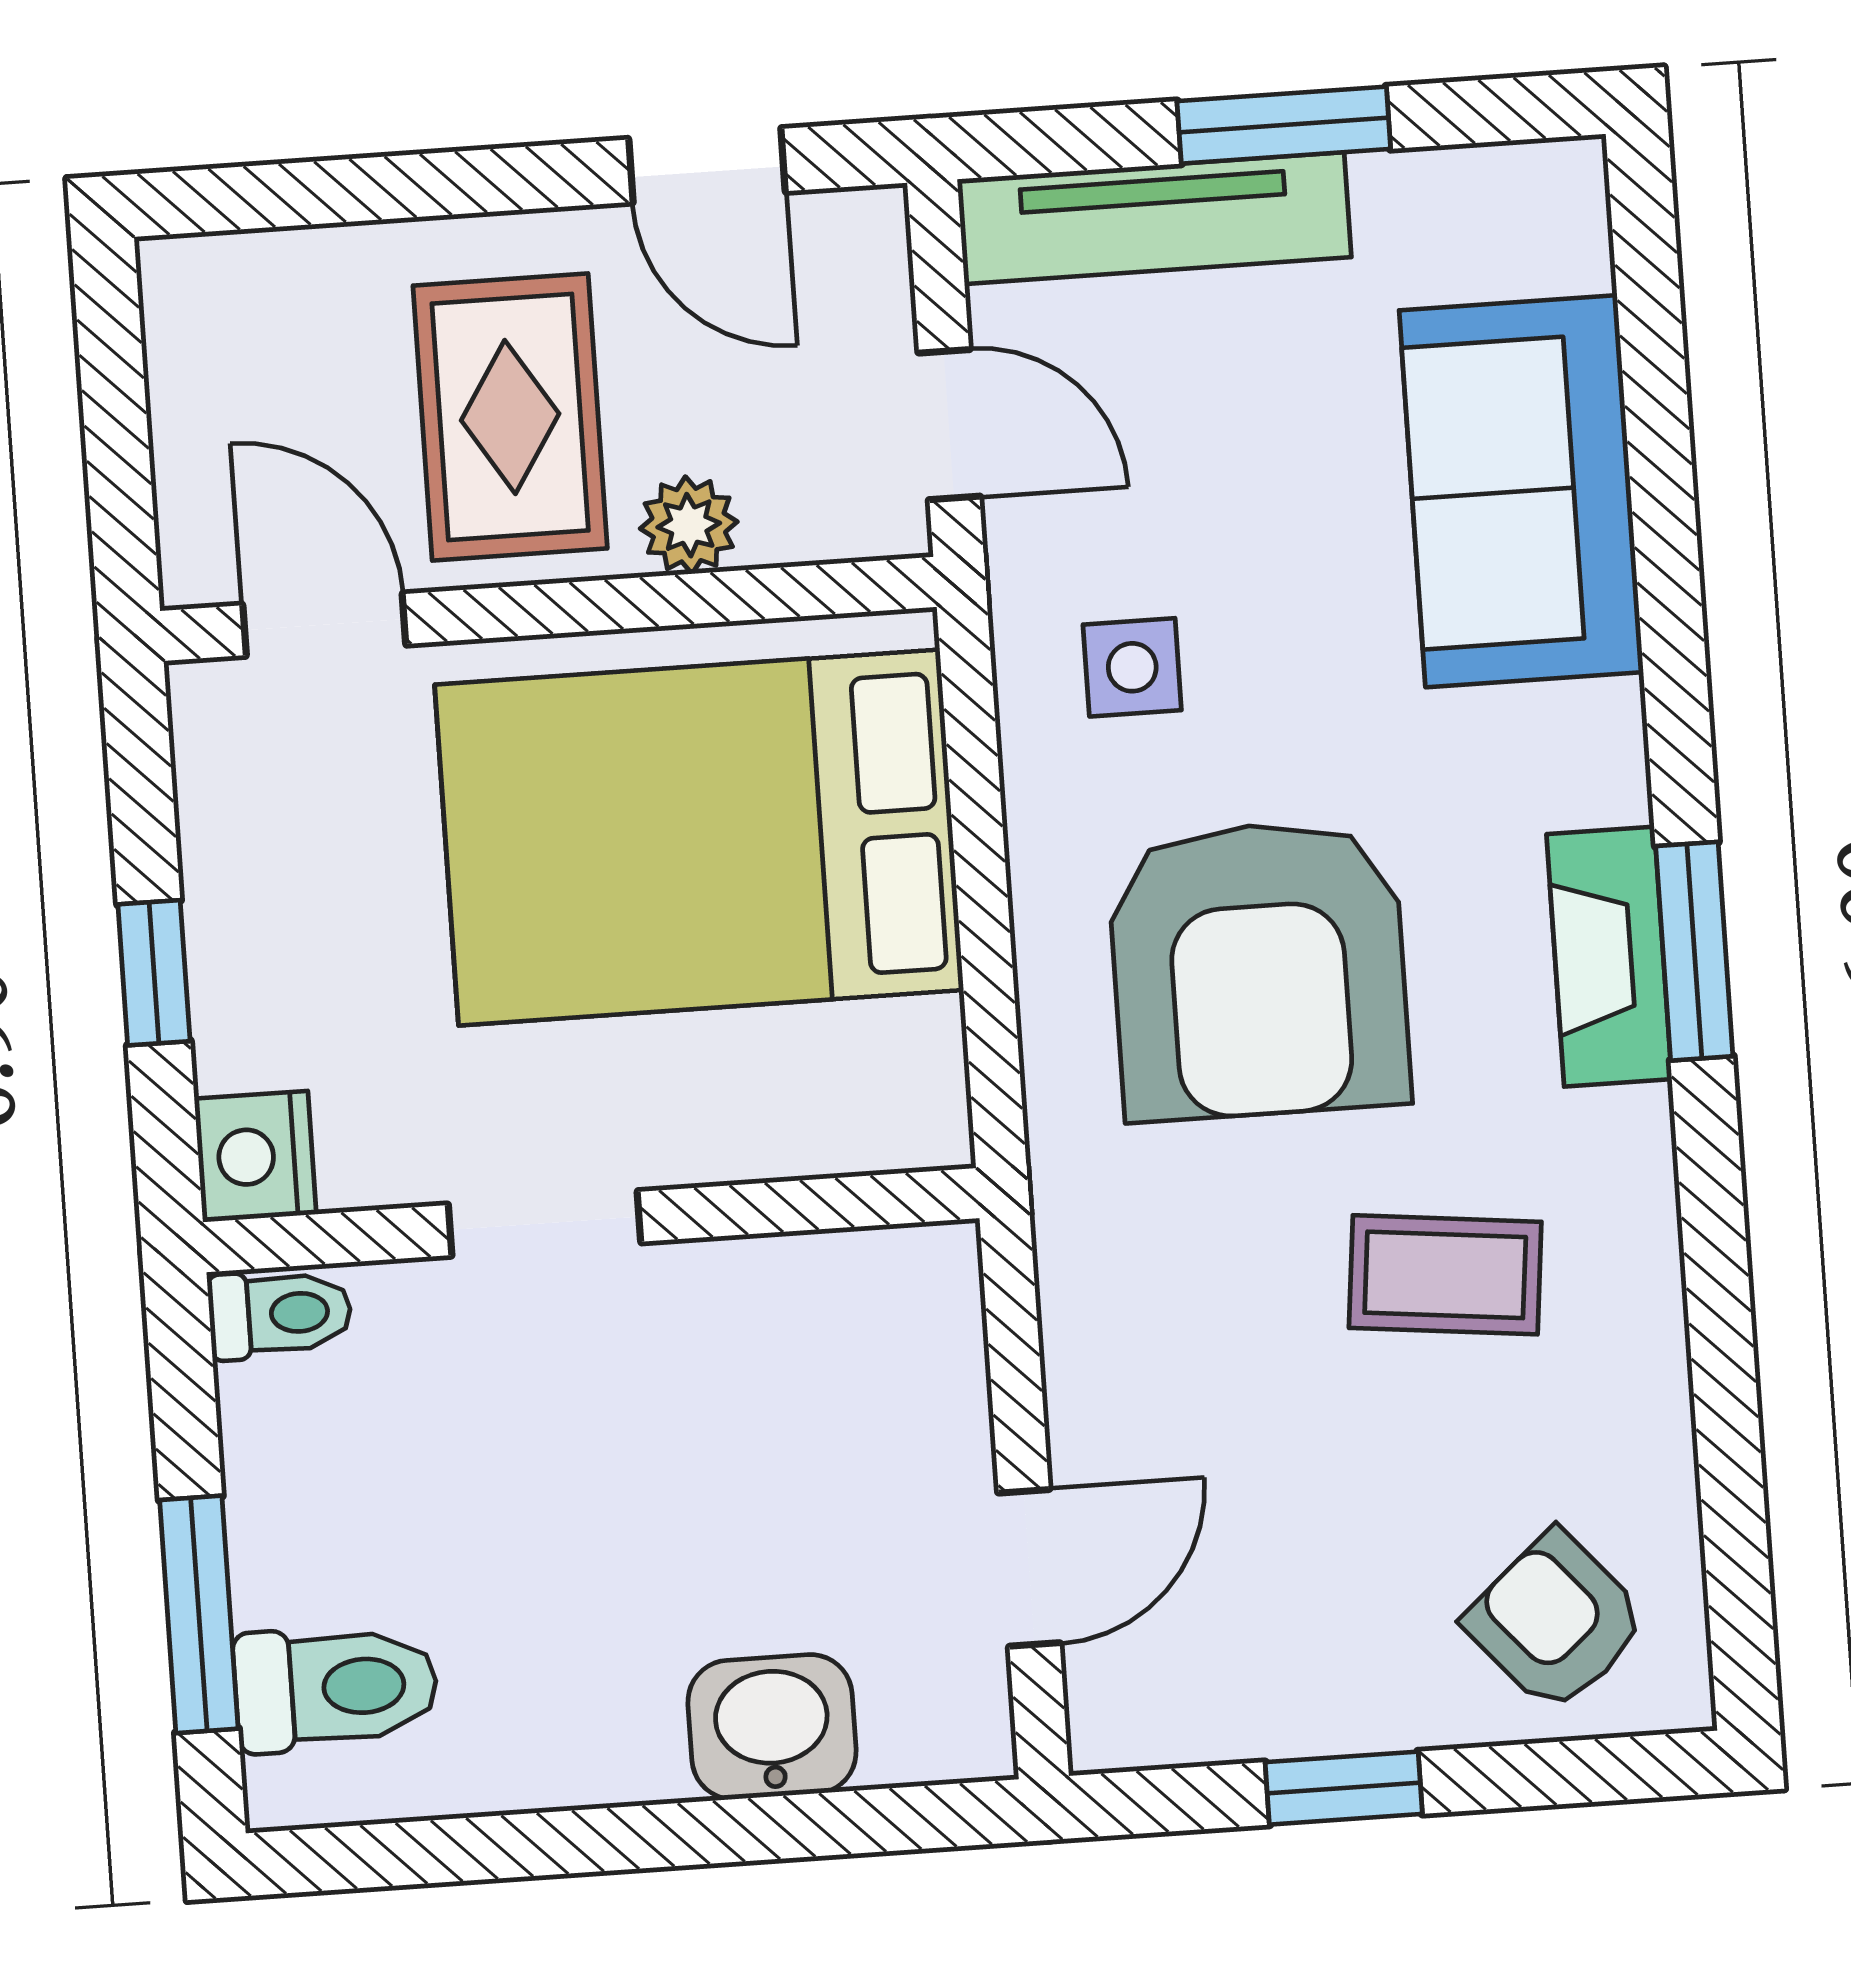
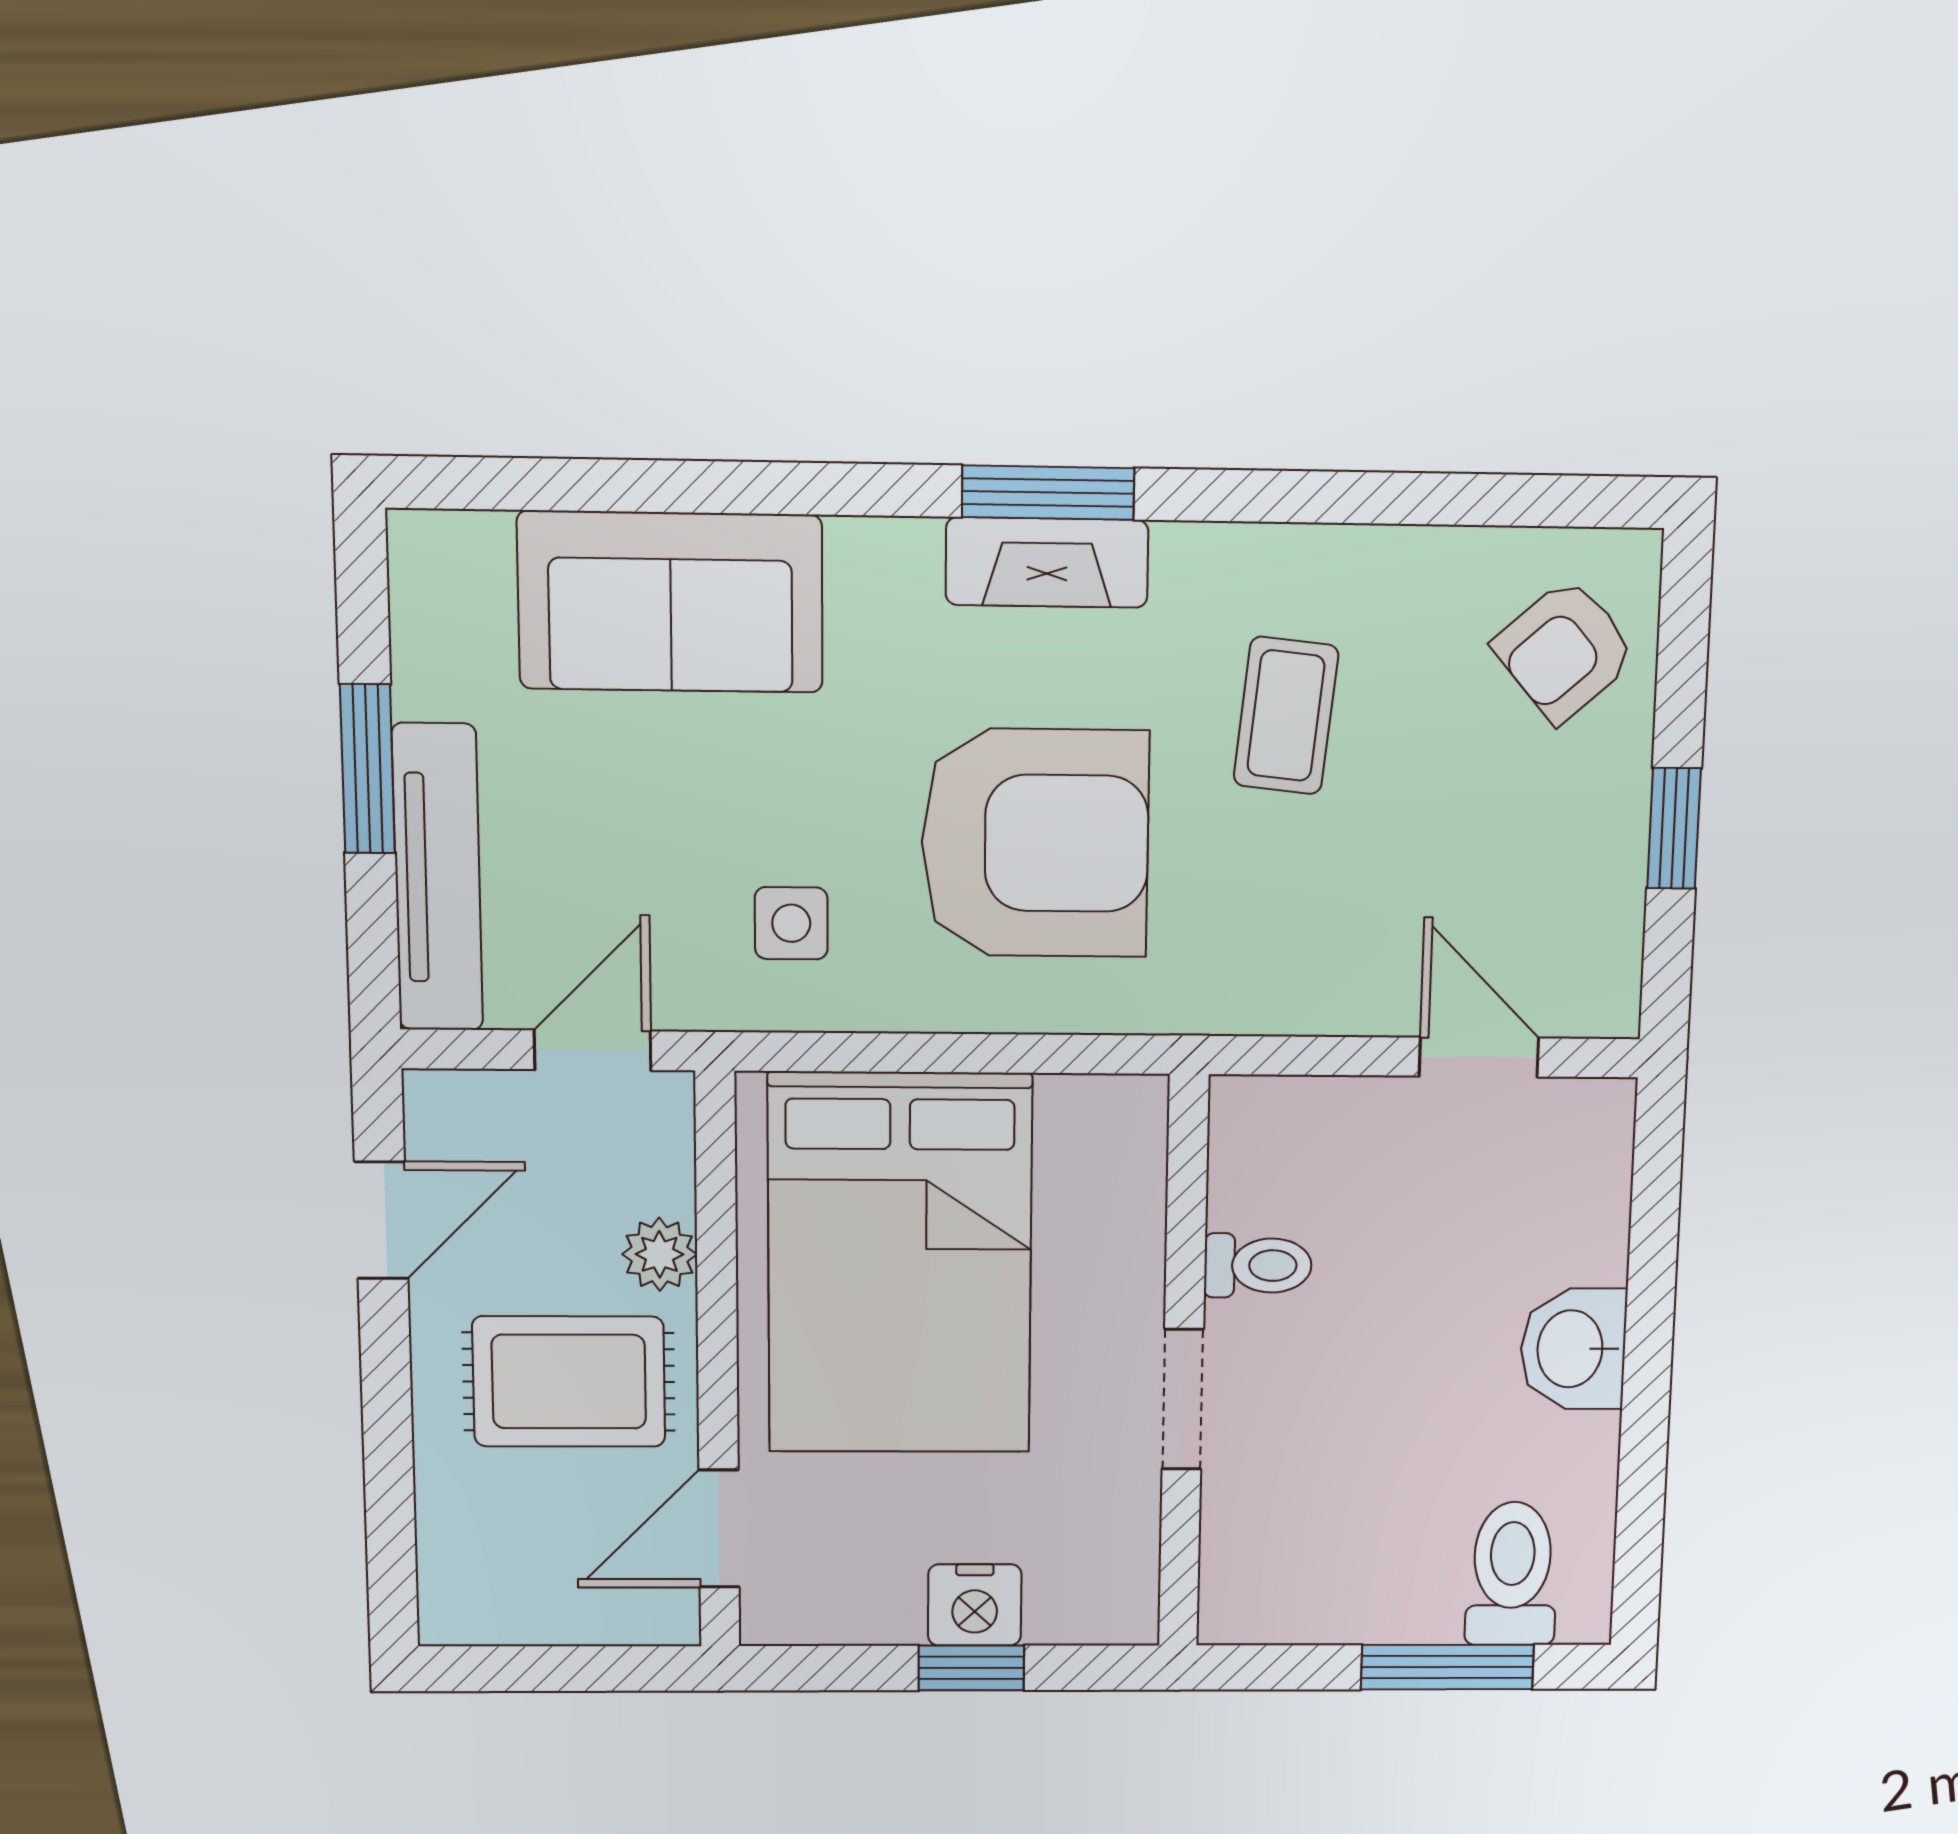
nightstand: (255, 1157) -> (975, 1605), moved
toilet: (280, 1314) -> (1258, 1265), moved, turned 90
washbasin: (772, 1727) -> (1573, 1349), moved

